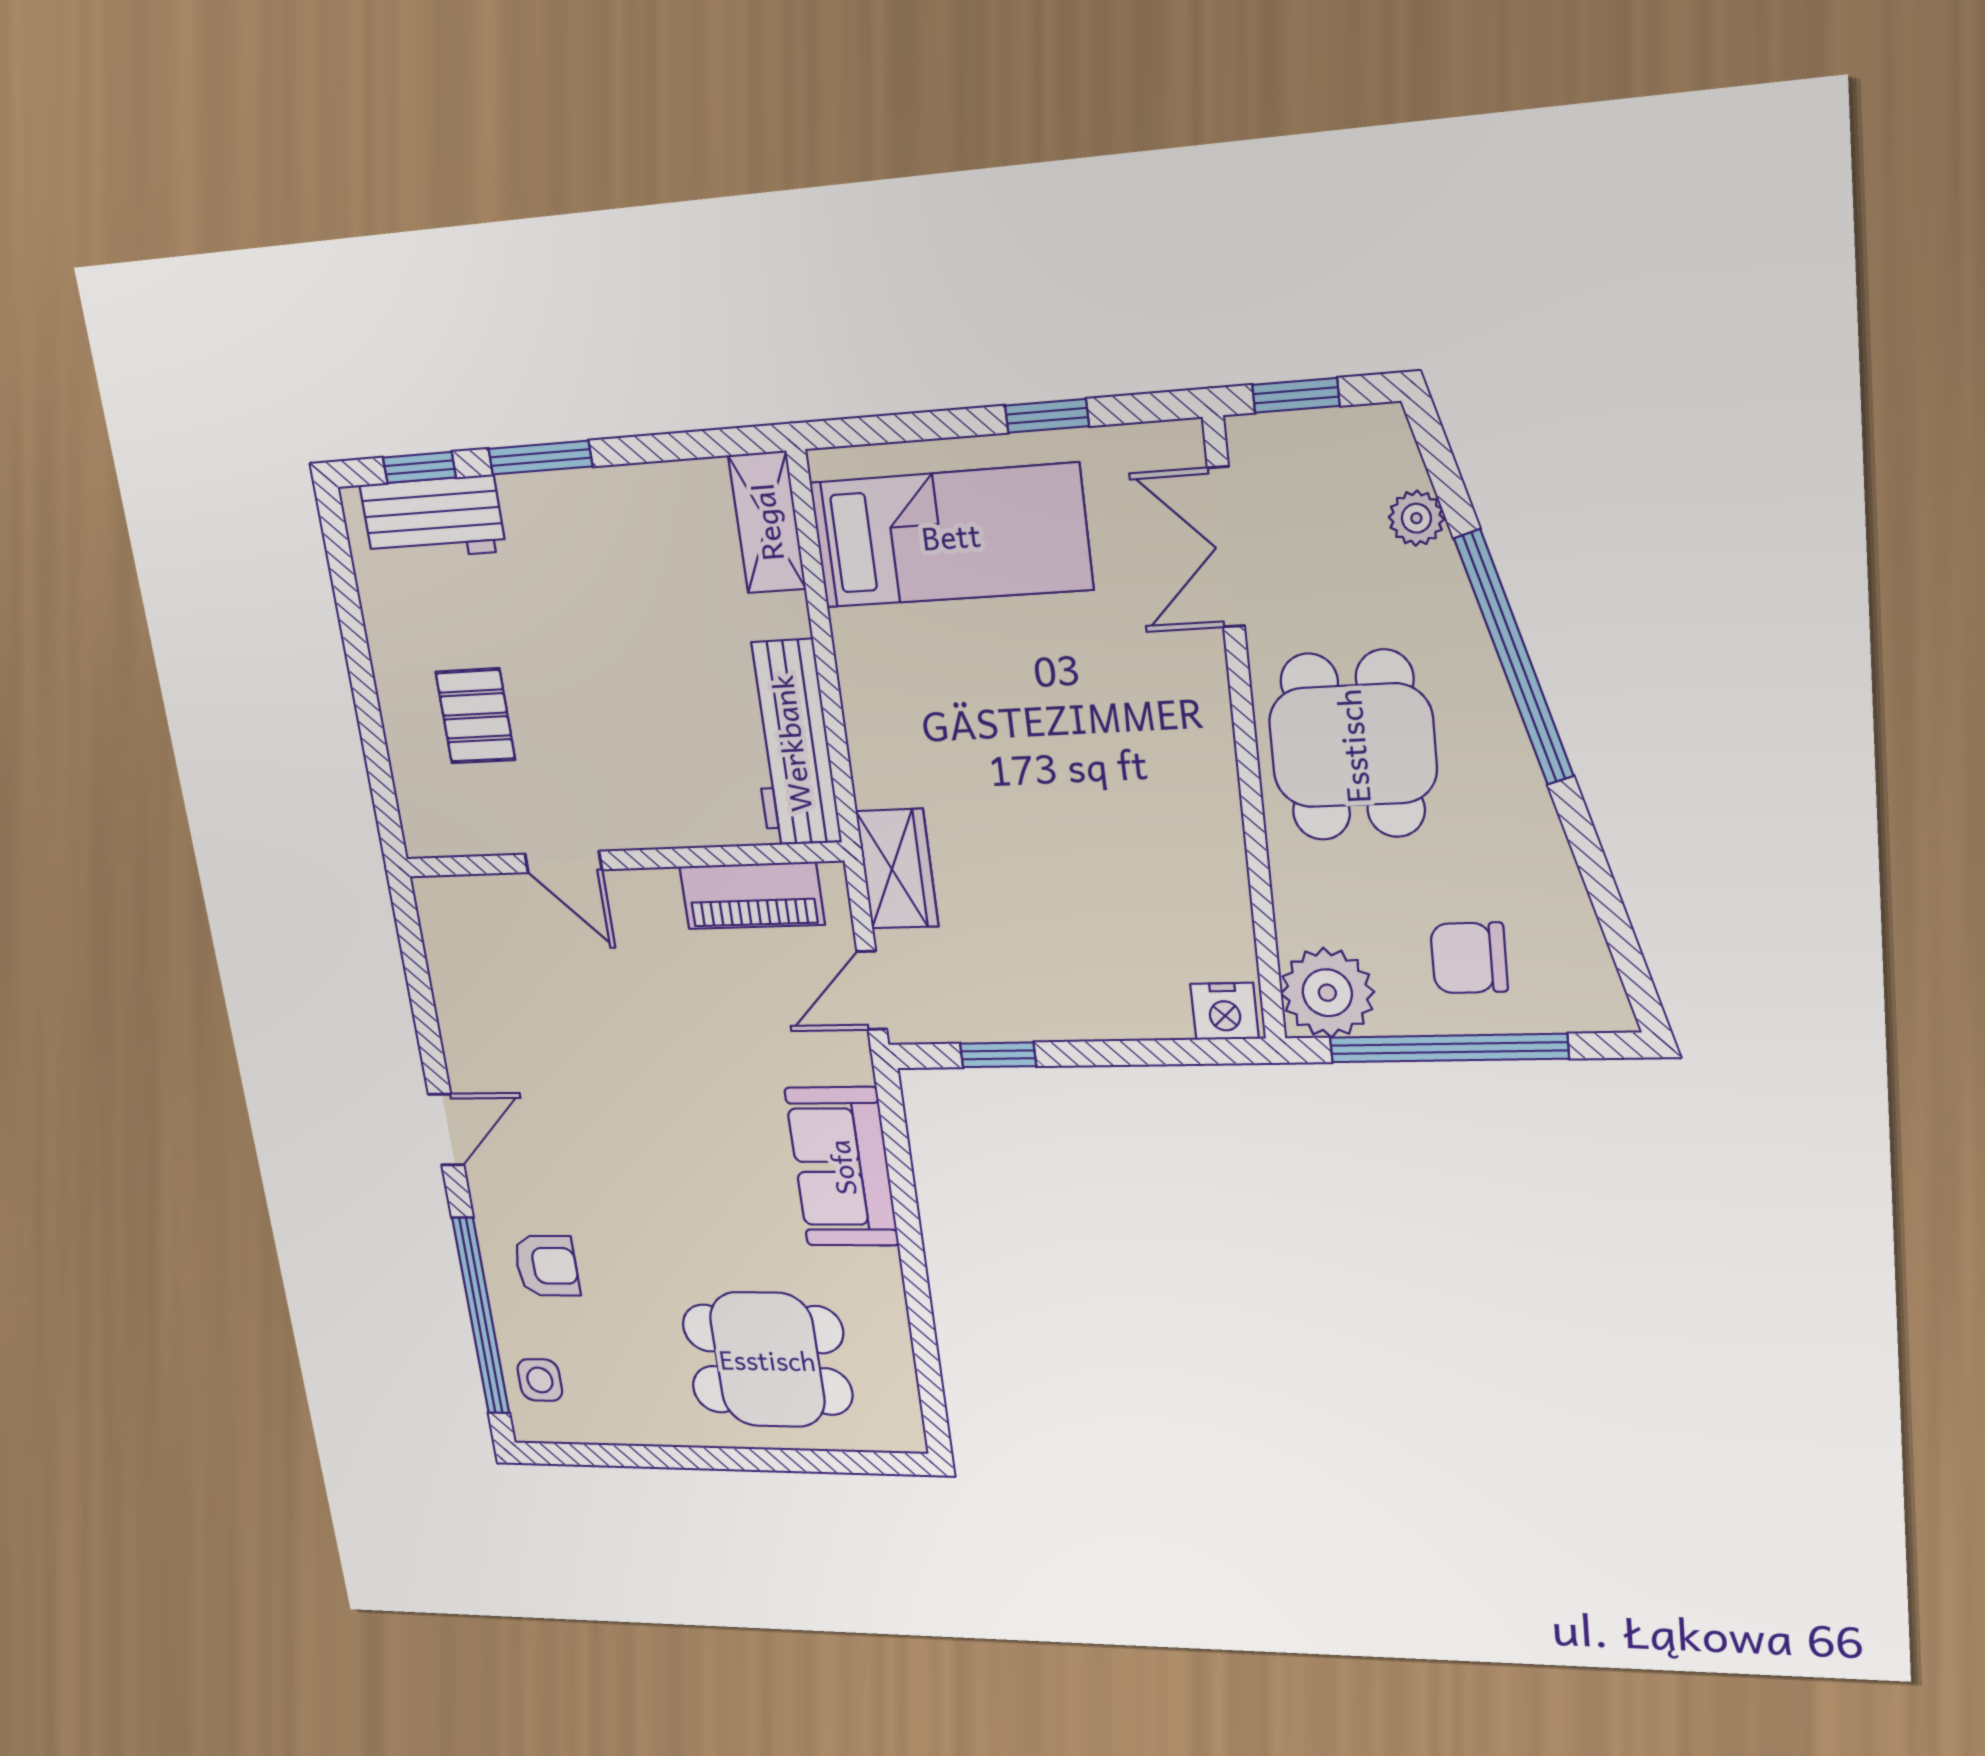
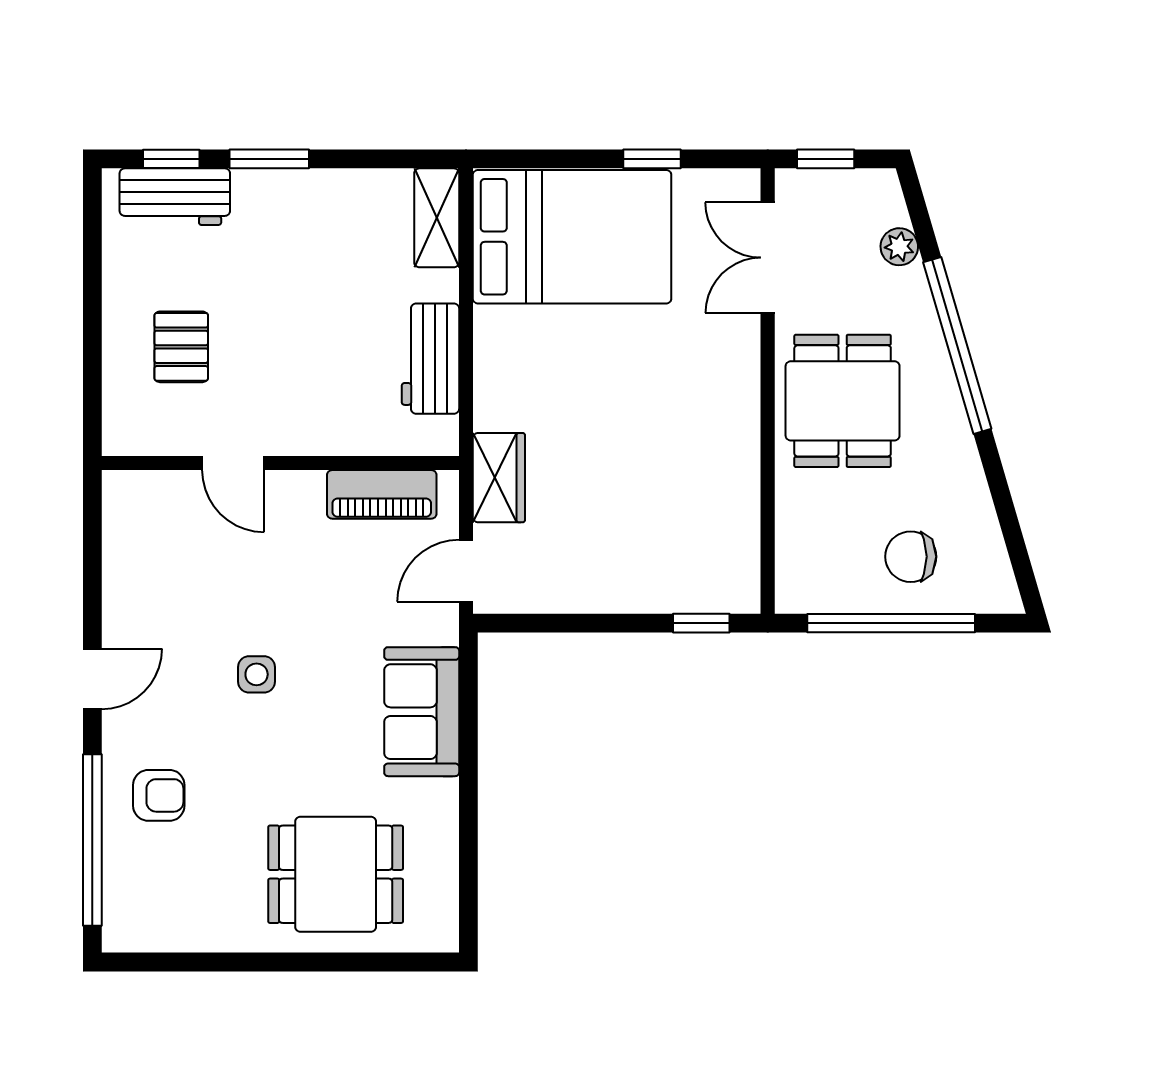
bed: (951, 536) -> (572, 237), width x1.50
workbench: (791, 743) -> (430, 359), width x0.73
plant: (1327, 993) -> (808, 580), removed
nightstand: (1225, 1011) -> (732, 593), removed
window: (998, 1055) -> (701, 623), moved
side table: (540, 1380) -> (257, 674), moved

